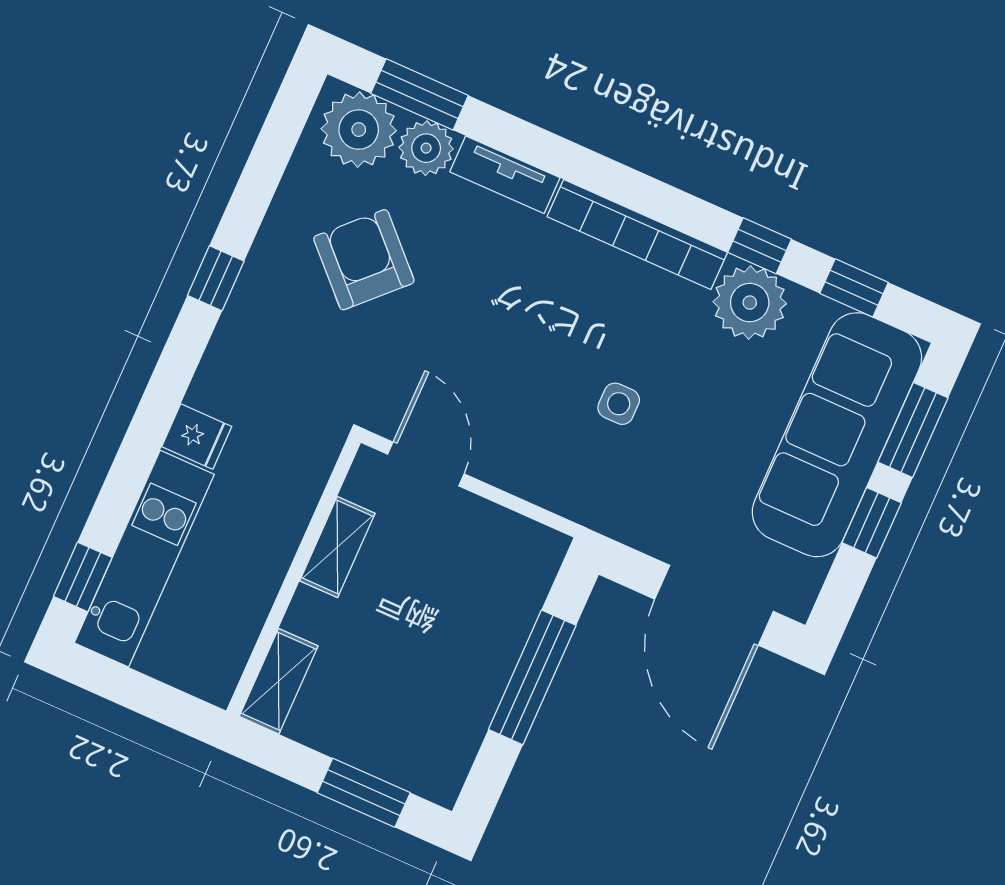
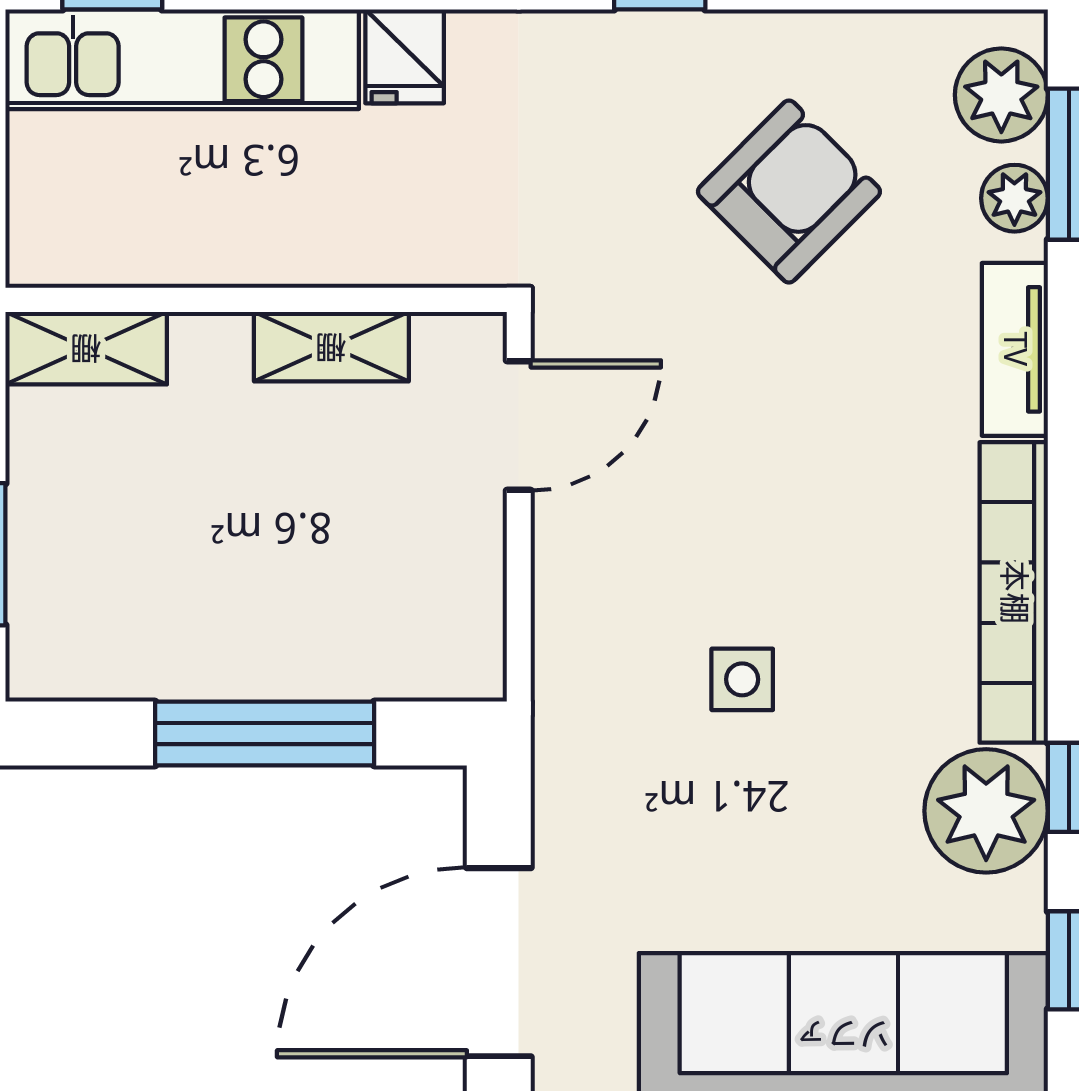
plant: (359, 130) -> (1001, 95), width x0.73, depth x0.73
plant: (426, 148) -> (1014, 198), width x0.73, depth x0.73

